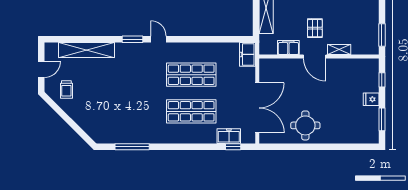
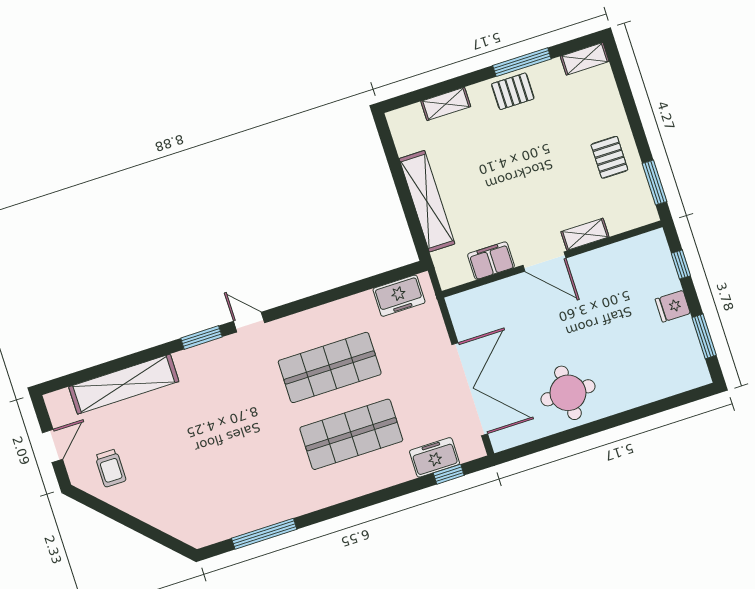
pallet: (315, 28) -> (609, 157), moved
freezer: (248, 54) -> (399, 296), moved, turned -90

